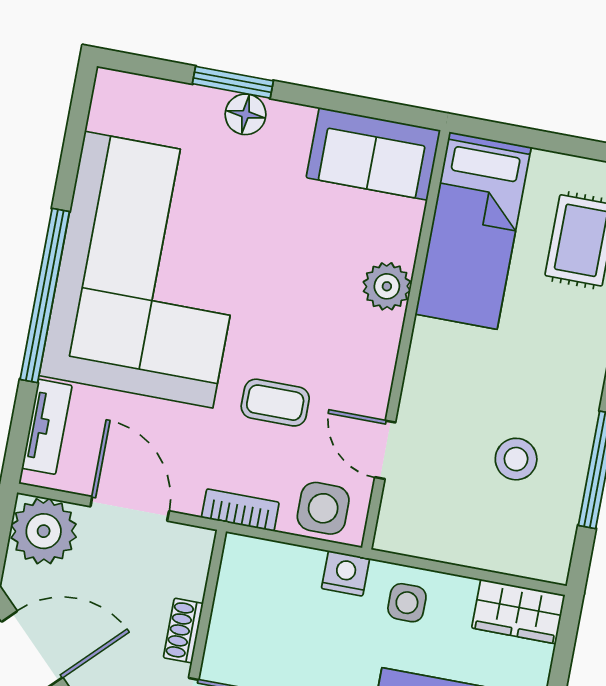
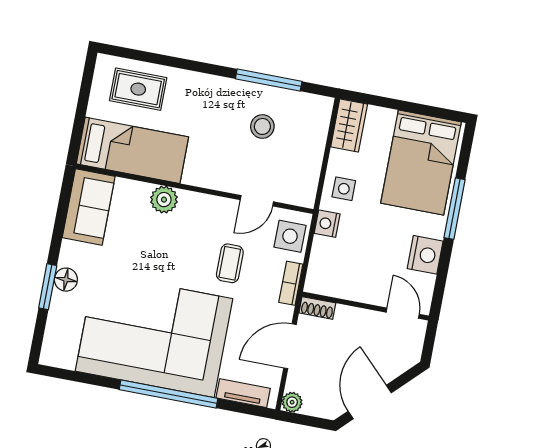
plant: (44, 531) -> (292, 402), width x0.53, depth x0.53
shoe rack: (183, 631) -> (317, 308), moved

